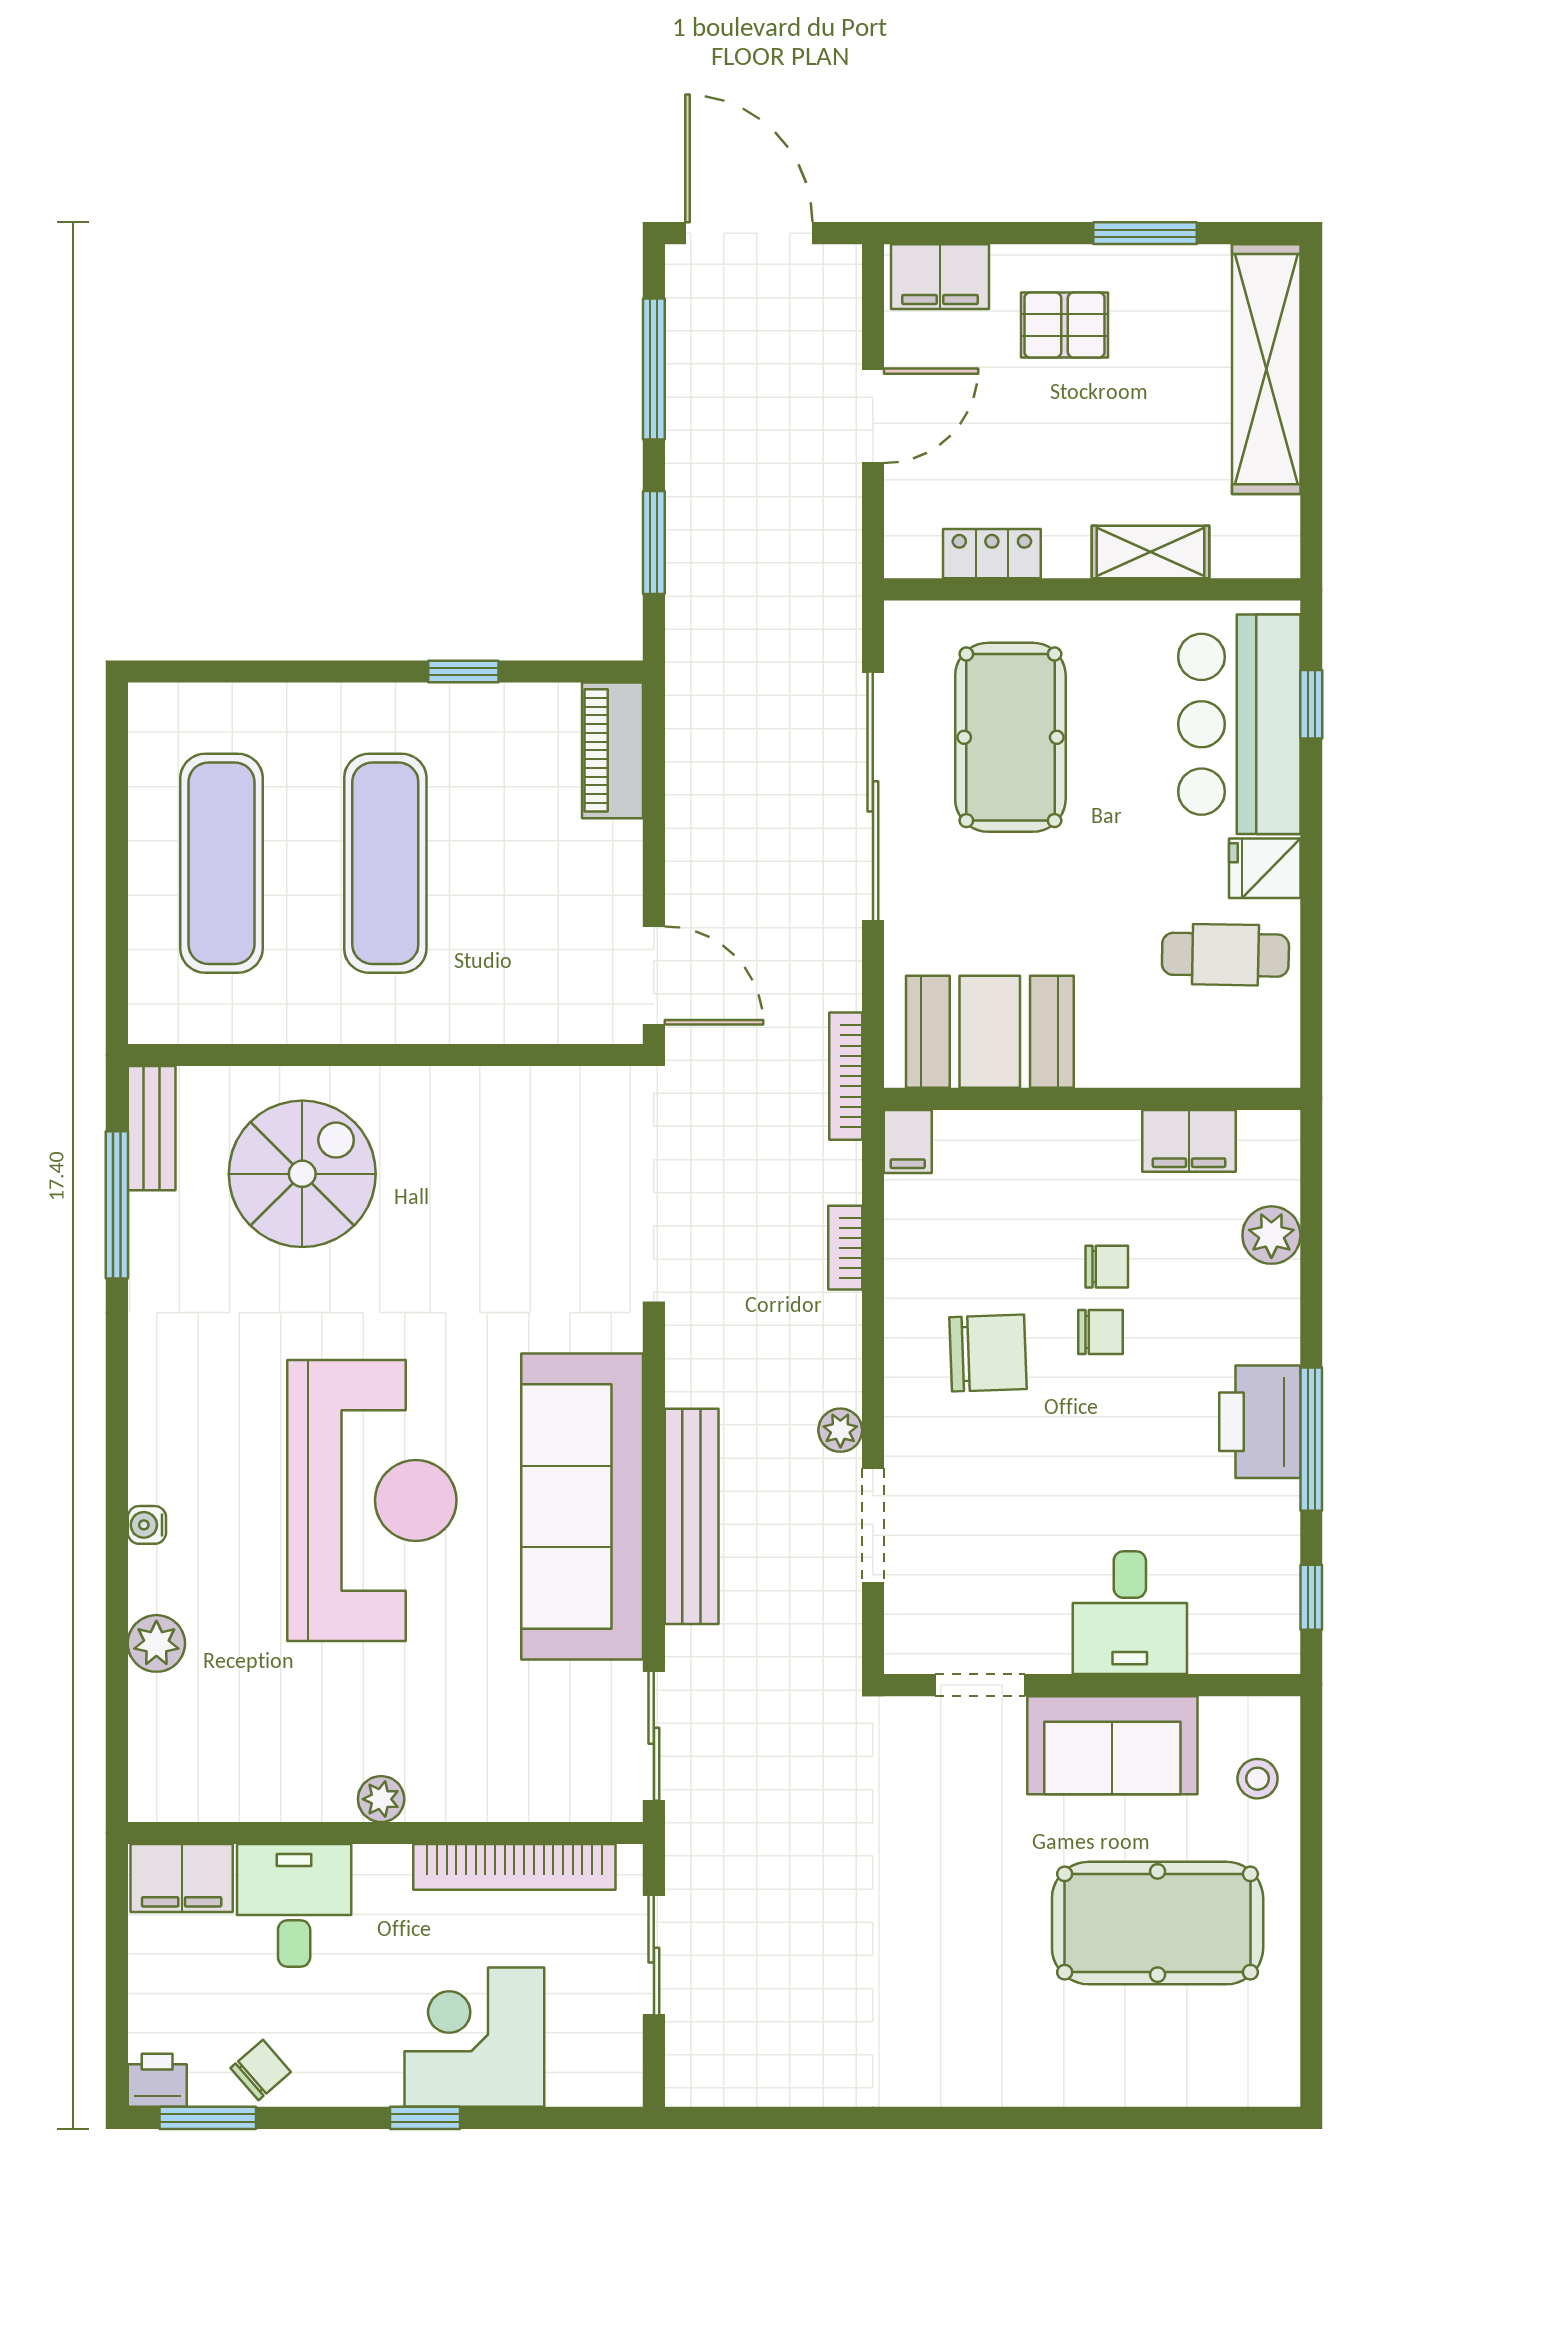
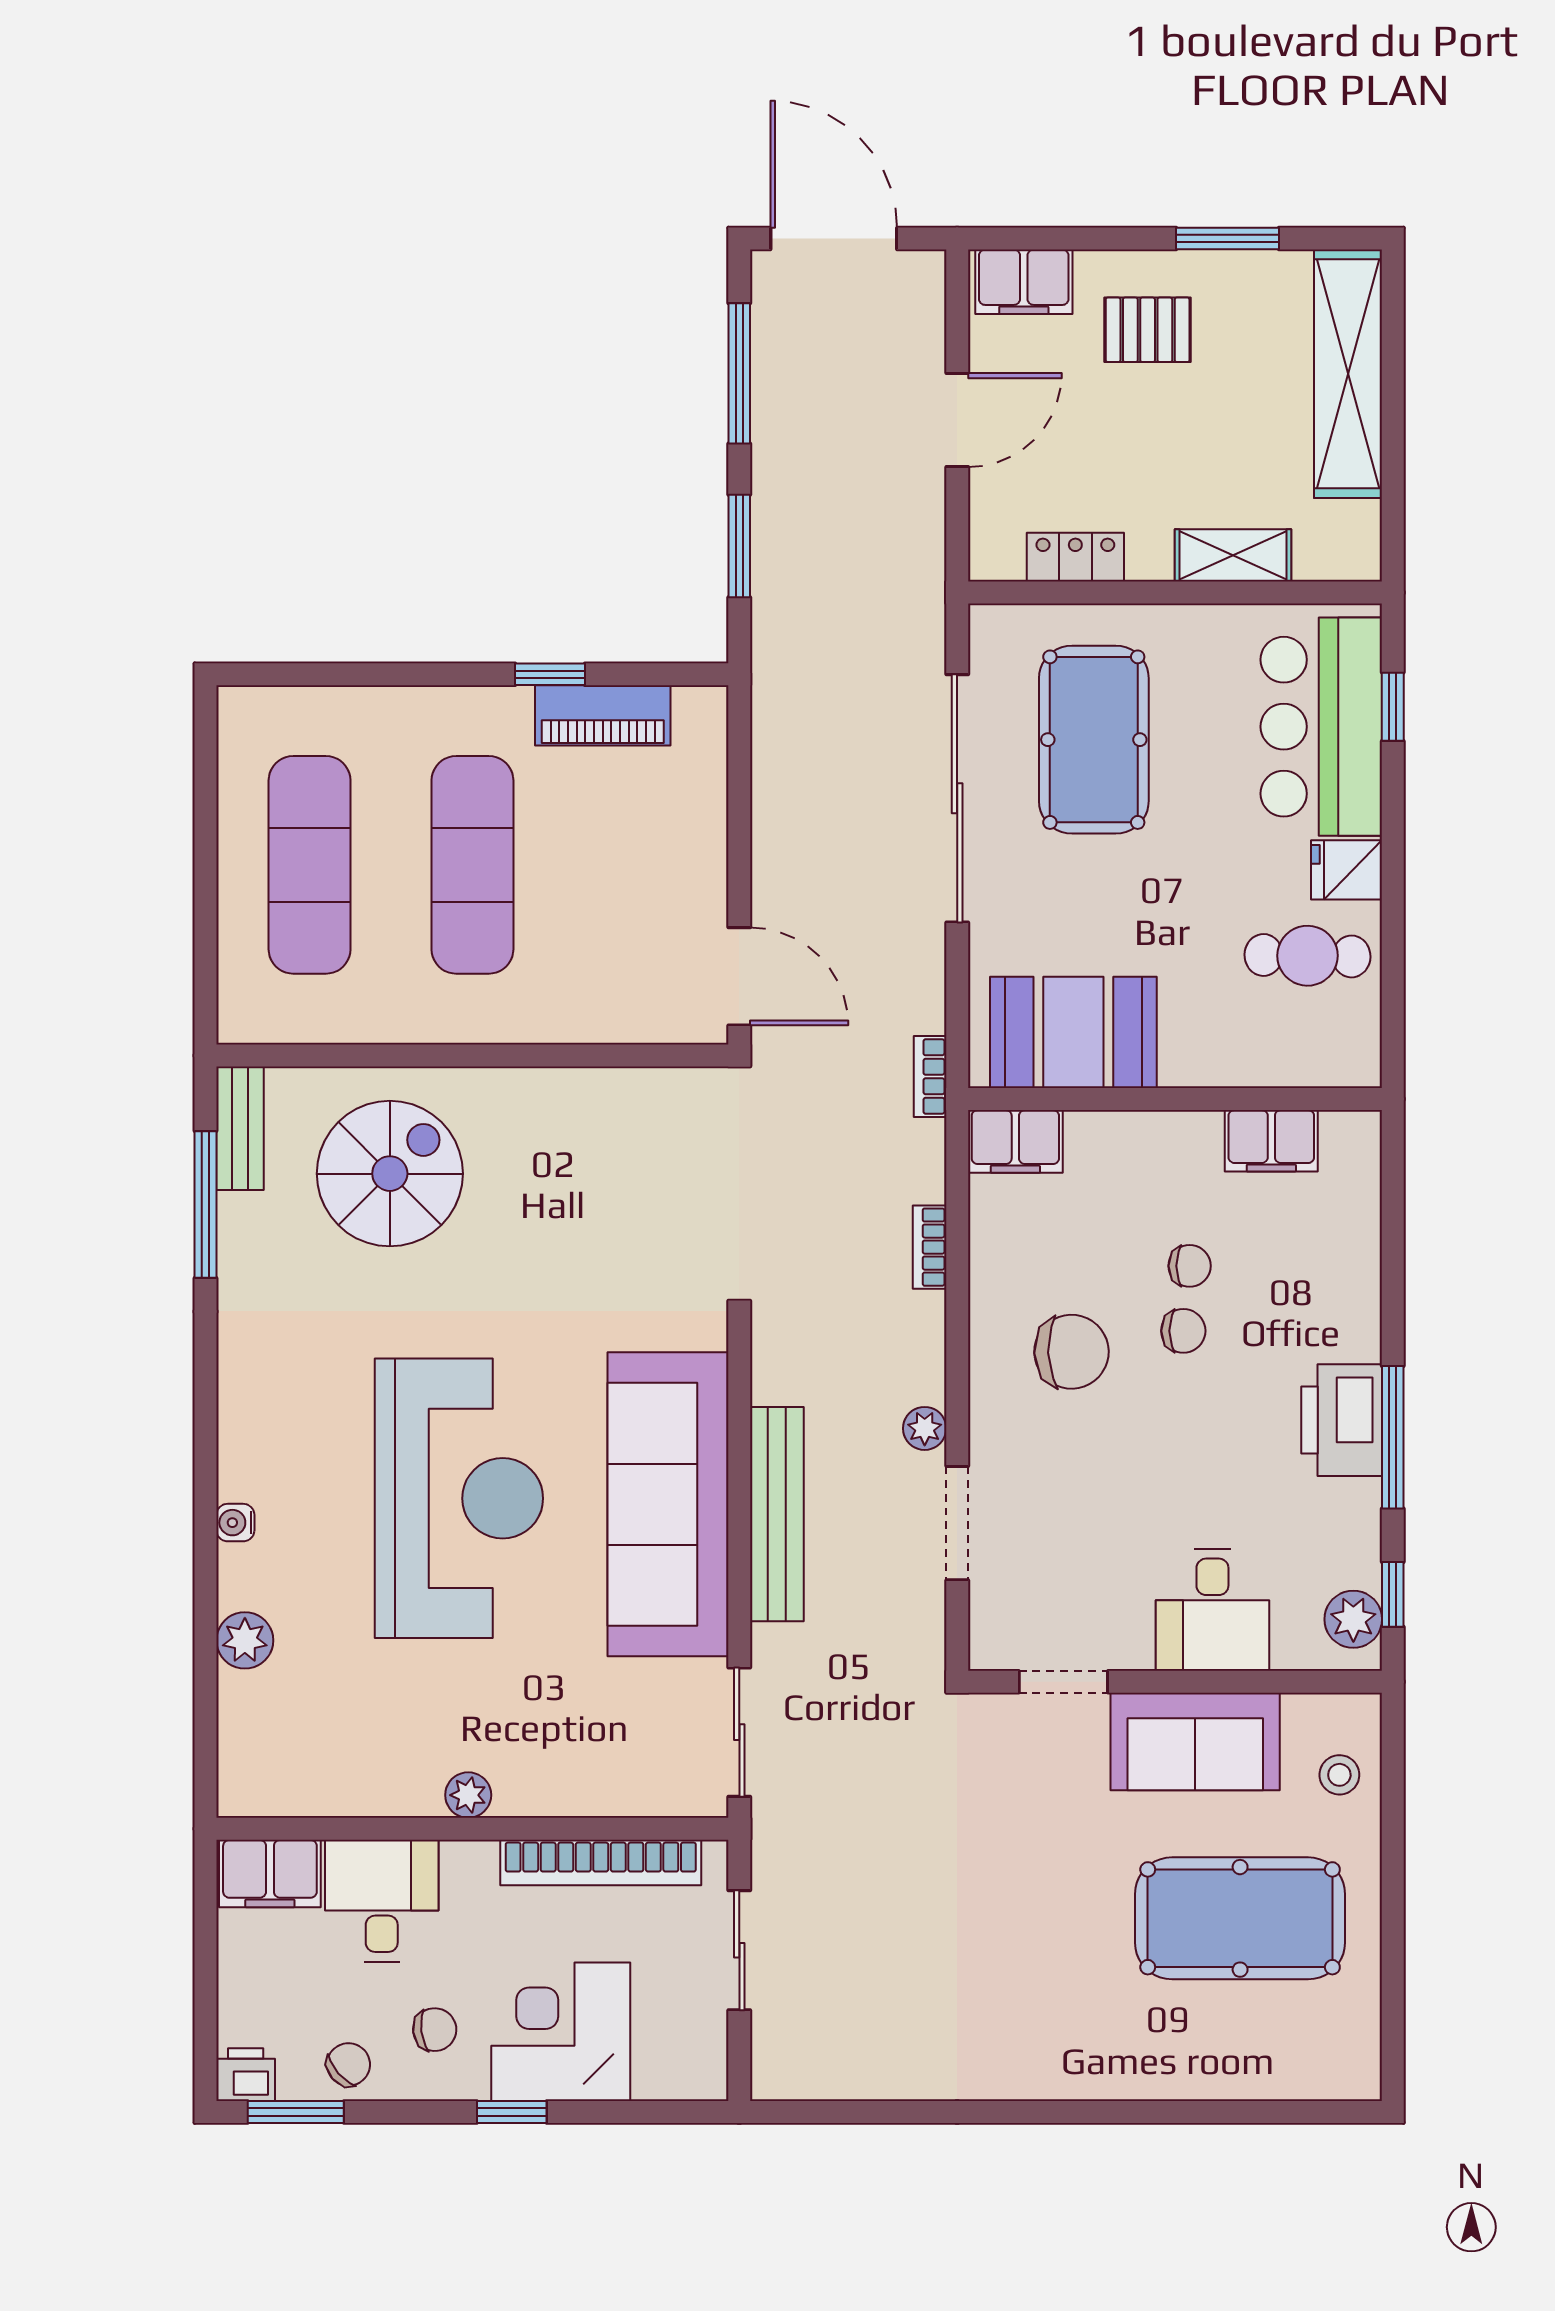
piano: (612, 750) -> (603, 715), moved, turned -90
bookcase: (846, 1076) -> (930, 1077), width x0.64
filing cabinet: (908, 1142) -> (1015, 1141), width x2.00
plant: (1271, 1235) -> (1353, 1619), moved
chair: (347, 2035) -> (435, 2030), added

